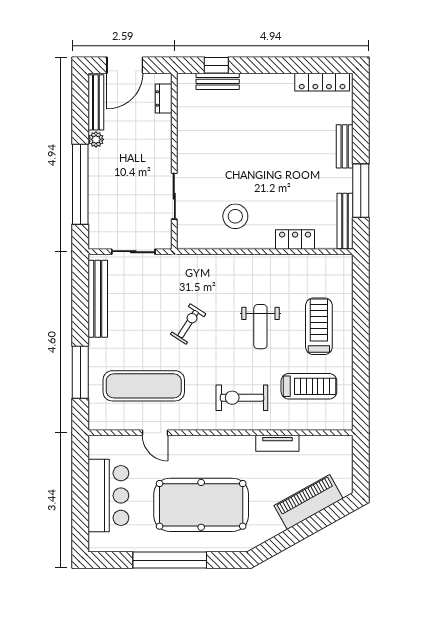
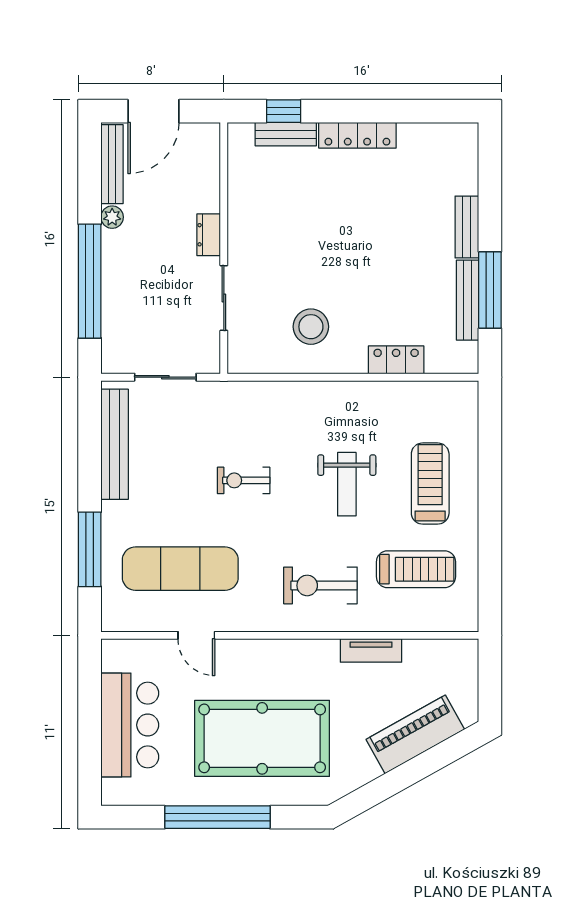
locker: (322, 82) -> (357, 135), moved
dresser: (164, 99) -> (209, 235), moved
bench: (345, 221) -> (467, 300), moved
exercise bike: (188, 324) -> (244, 480), turned -123

